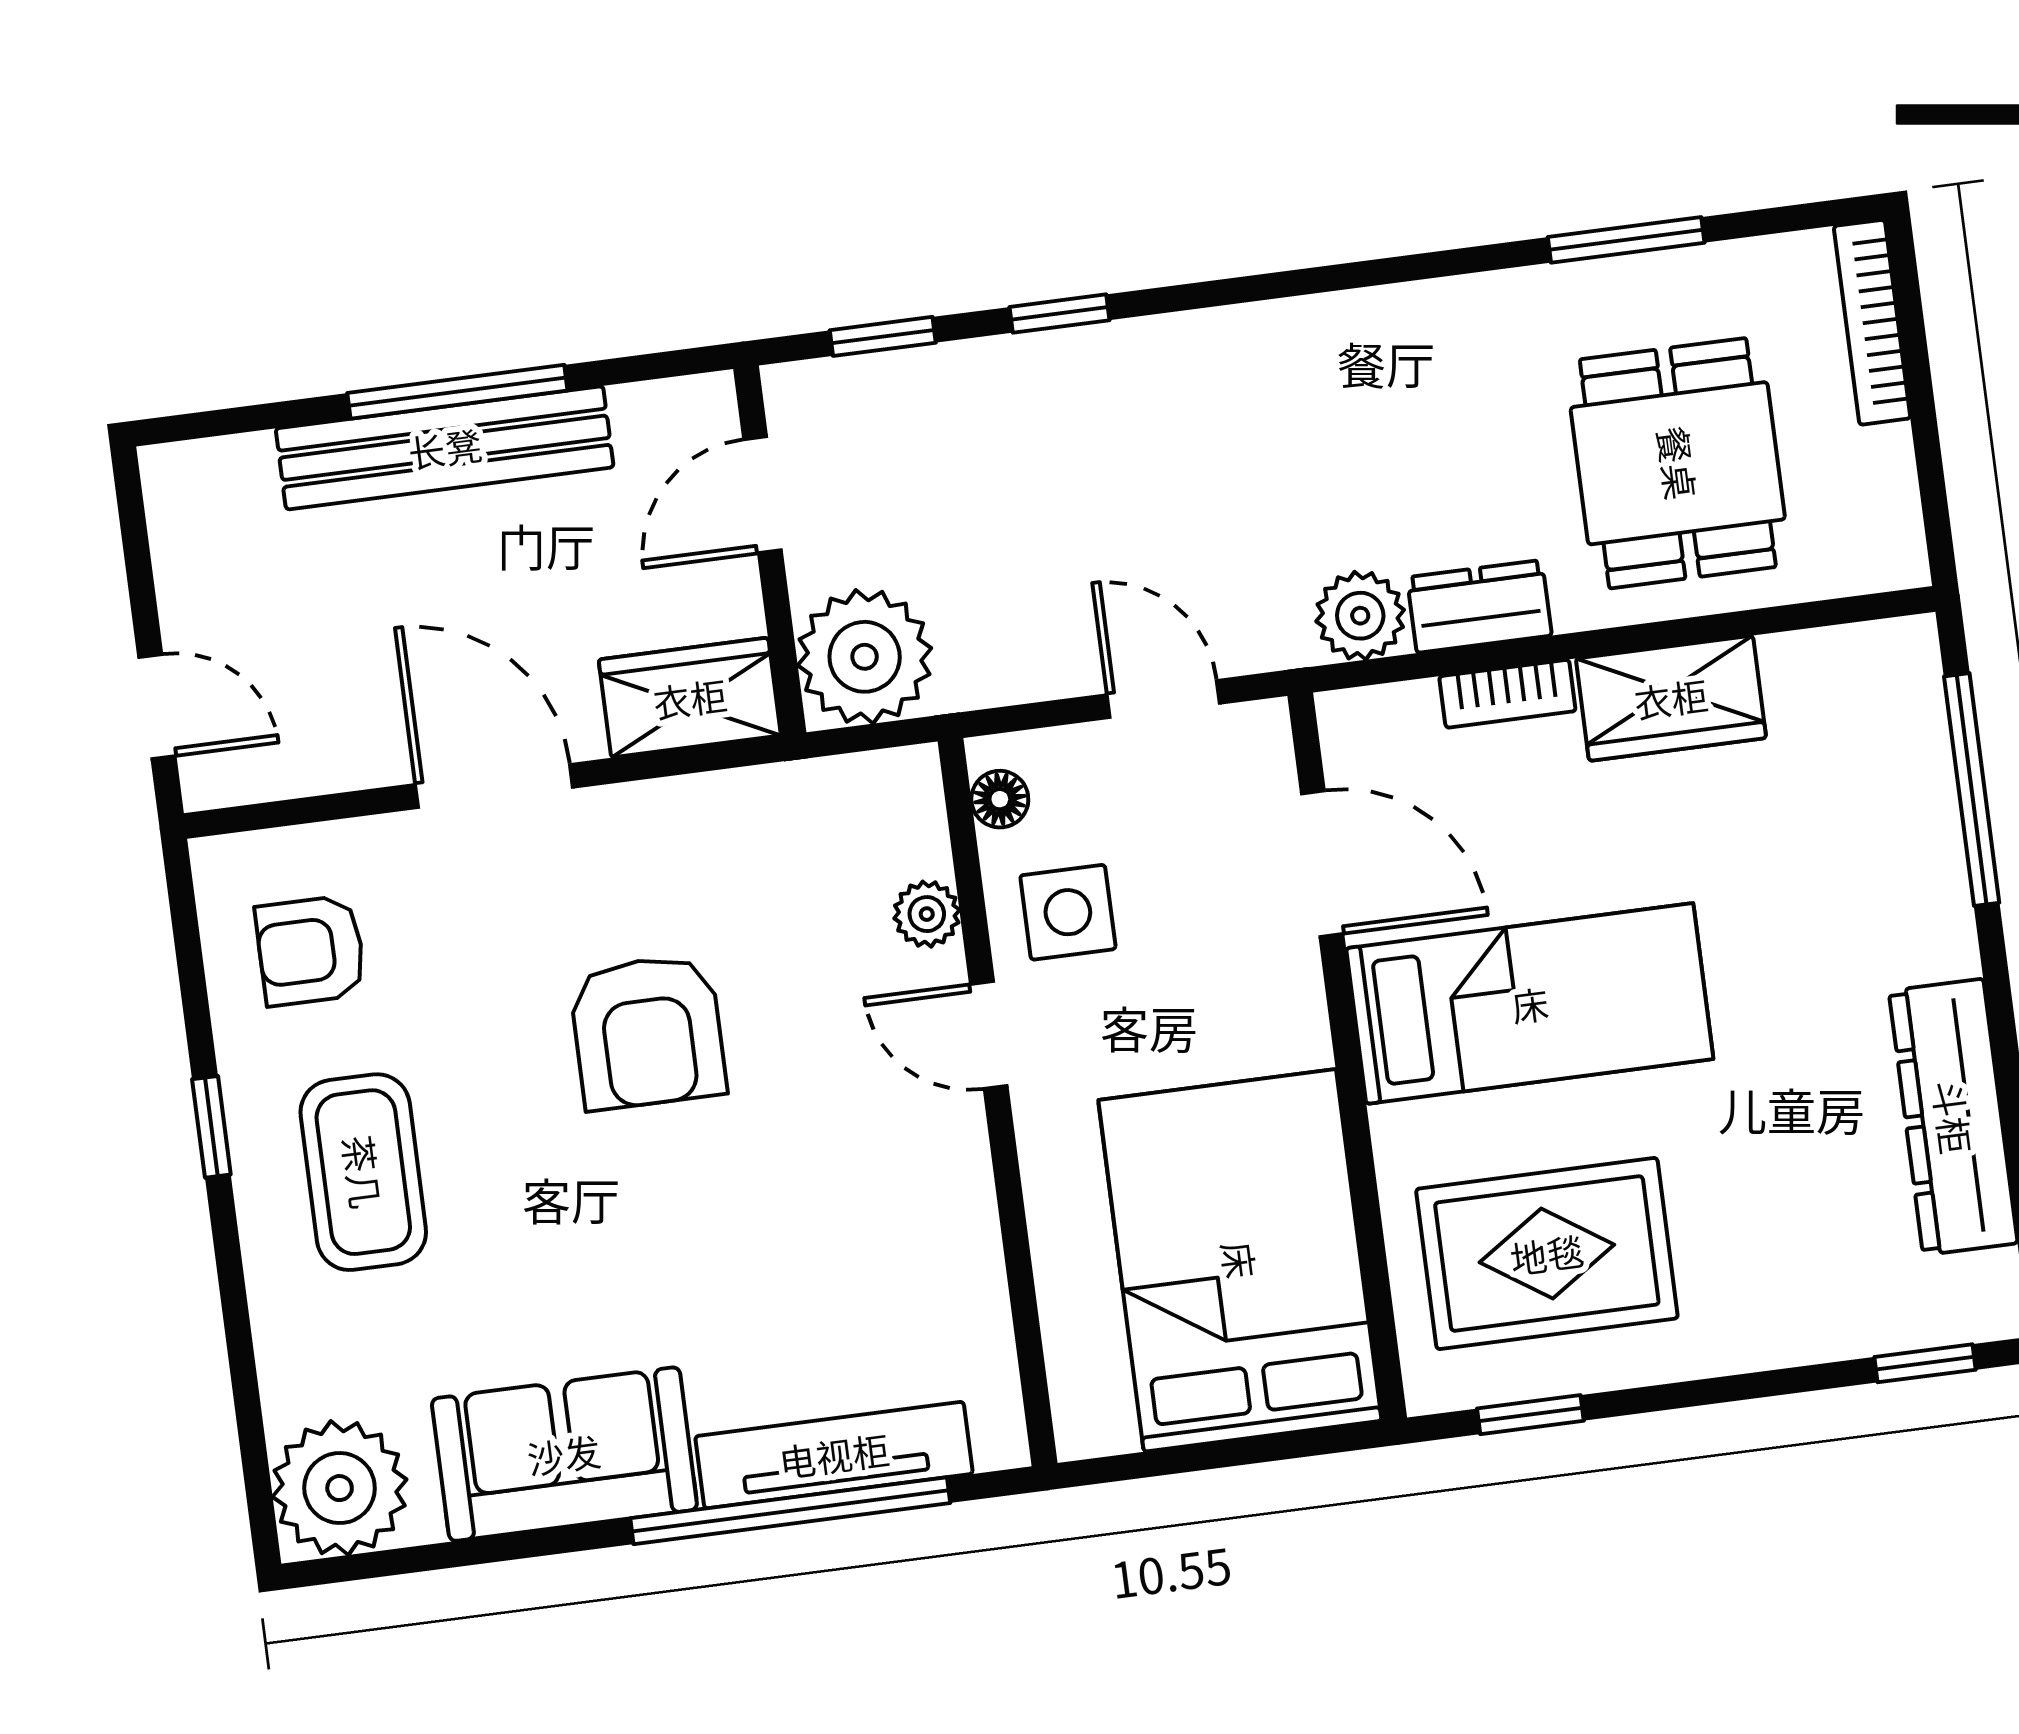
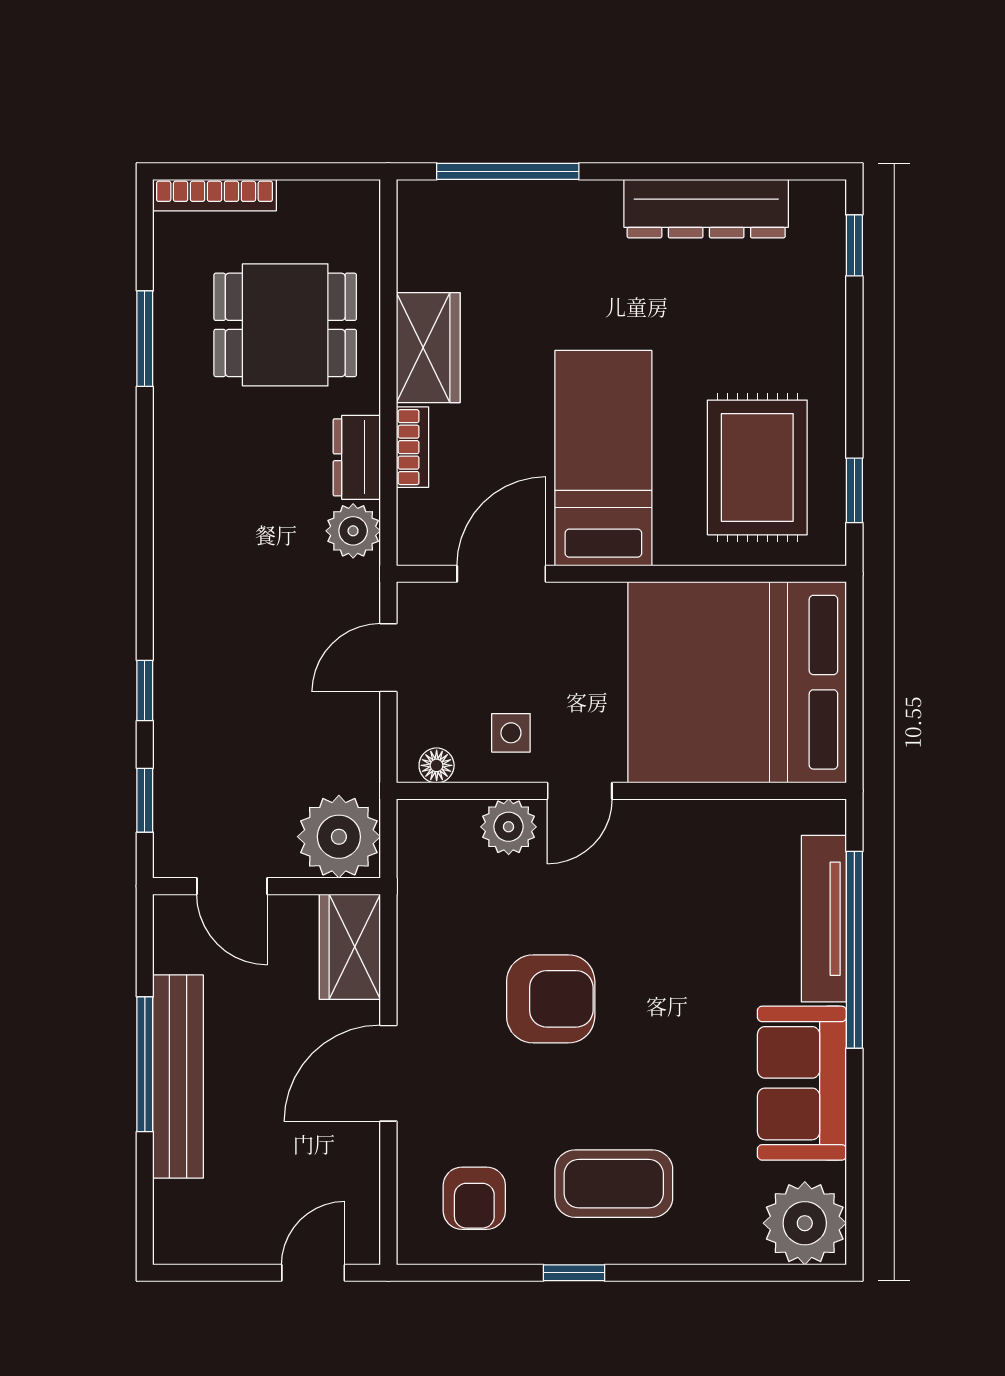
side table: (1068, 912) -> (511, 733), width x0.73, depth x0.73
plant: (927, 914) -> (509, 827), width x1.38, depth x1.38
bed: (1240, 1260) -> (737, 682), width x1.36

